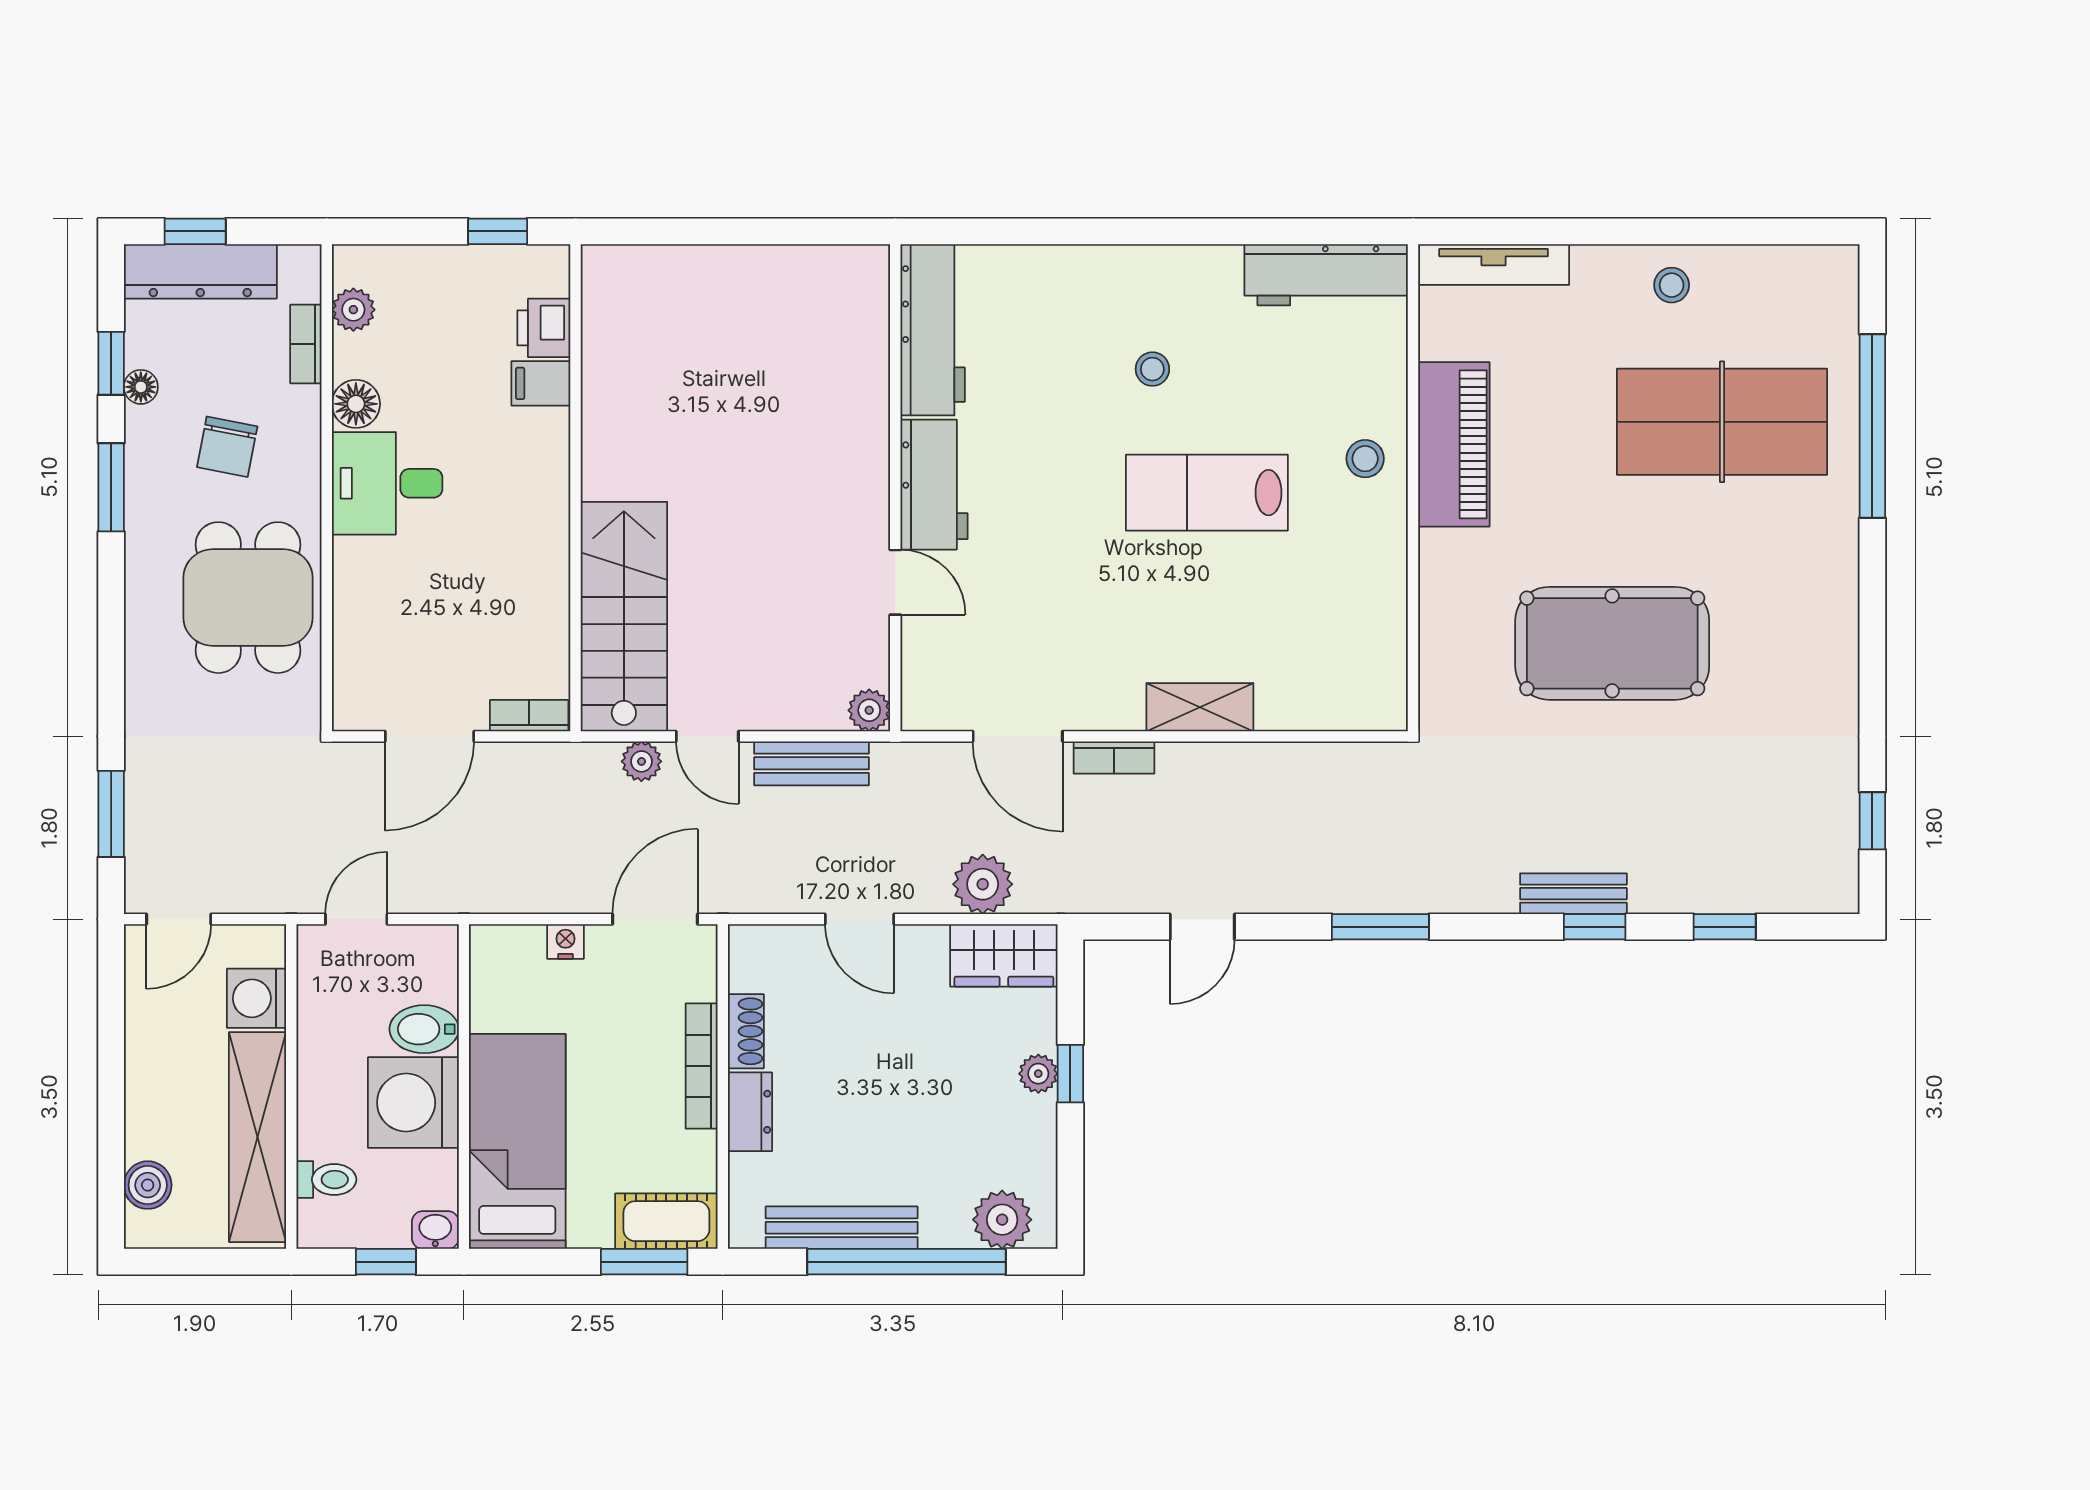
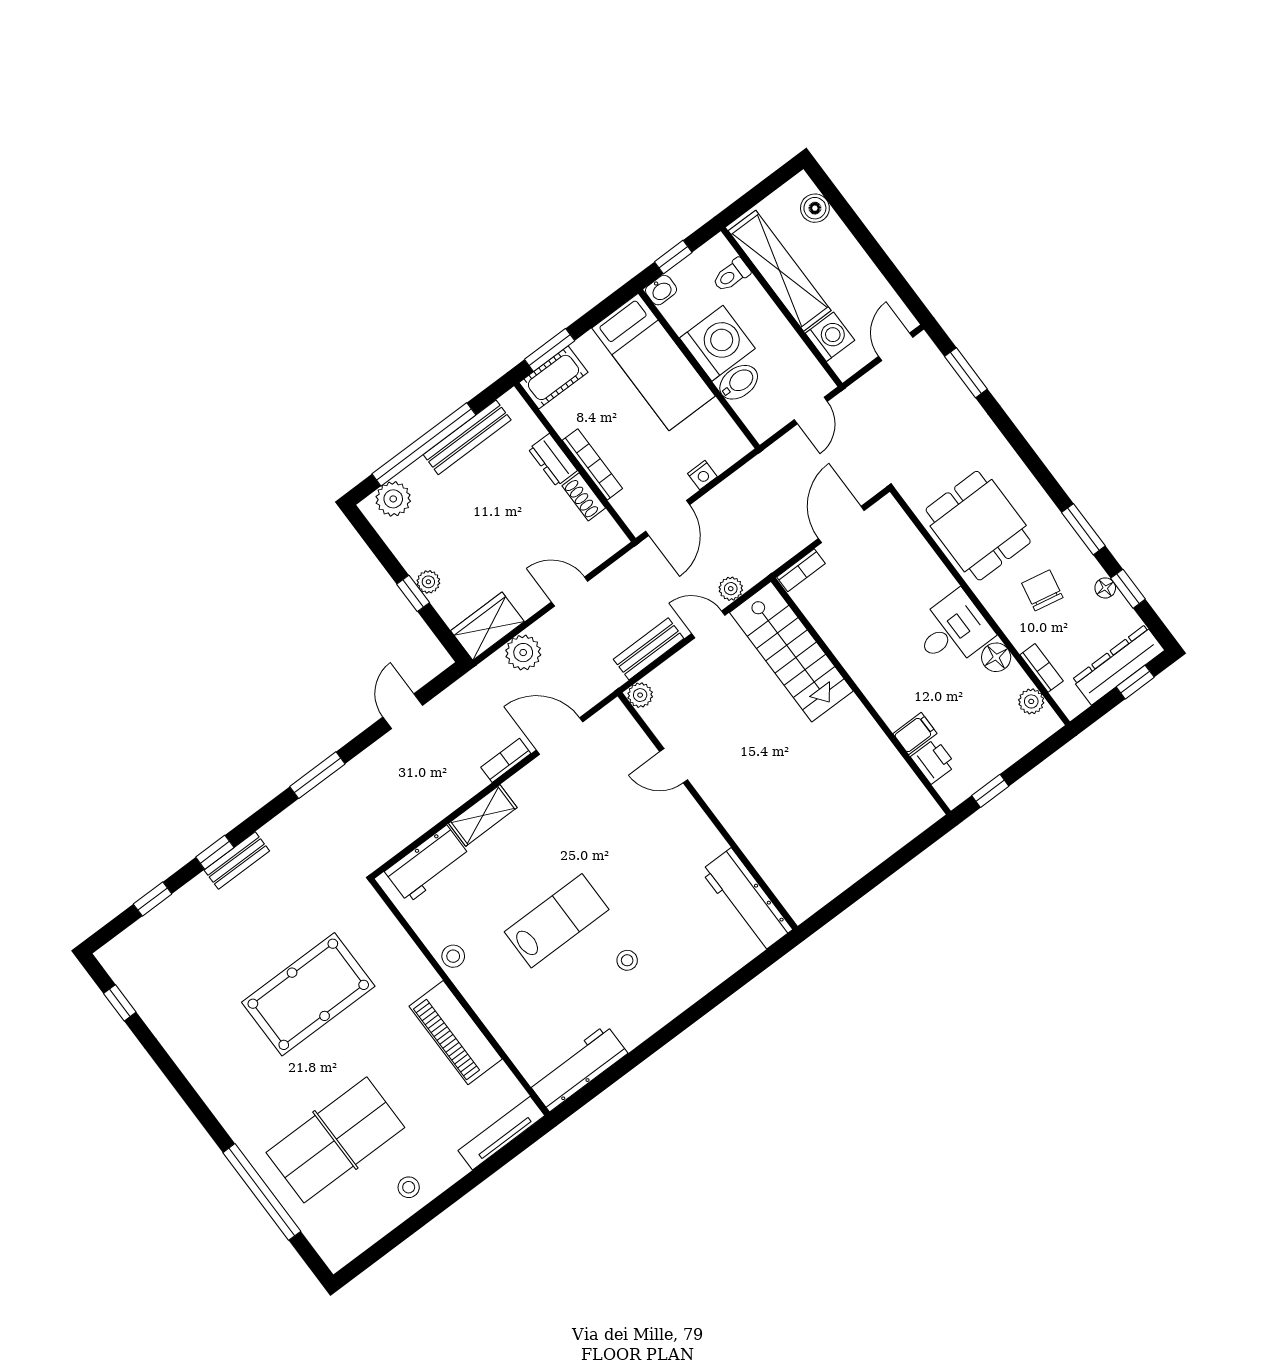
stool: (1365, 459) -> (453, 956), moved
workbench: (934, 485) -> (427, 864), moved, turned -90

